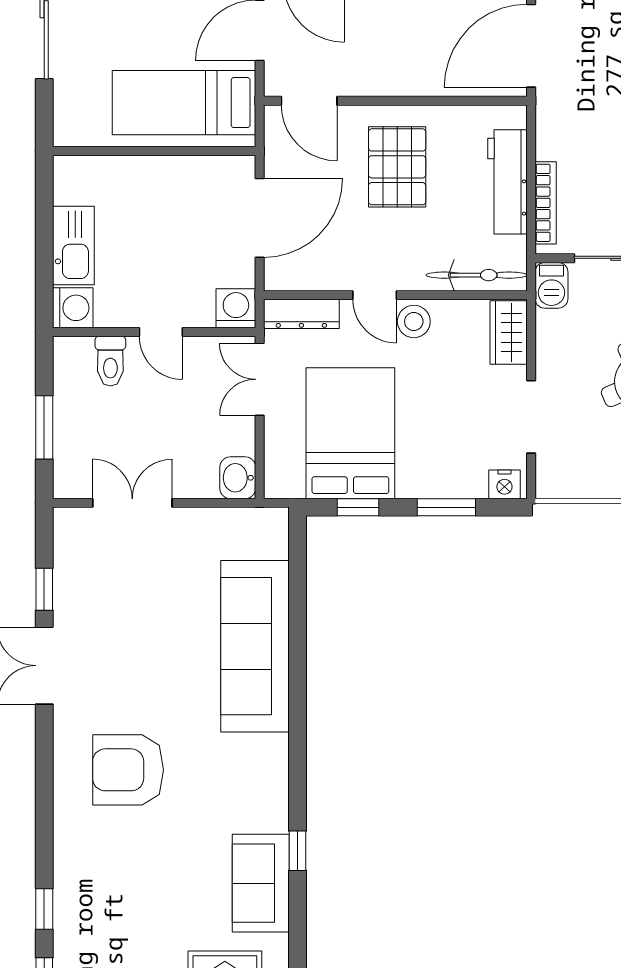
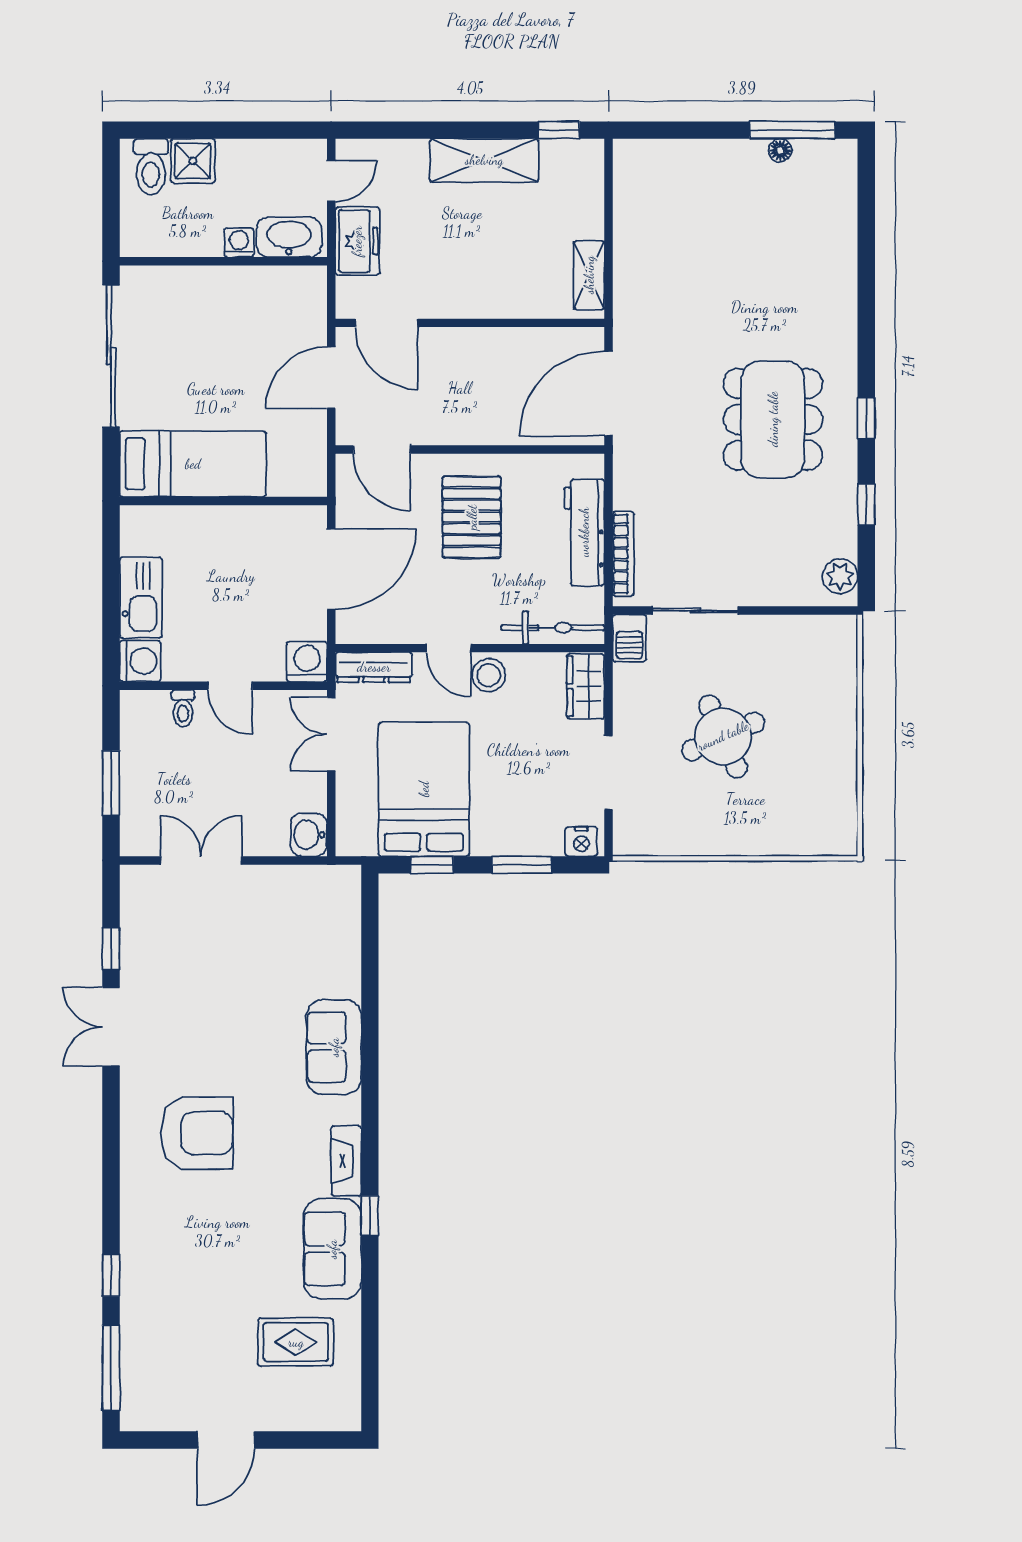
bed: (184, 103) -> (193, 464), moved, turned 180
toilet: (110, 361) -> (183, 708), width x0.73, depth x0.72
sofa: (255, 646) -> (334, 1047), width x0.54, depth x0.79
armchair: (128, 770) -> (197, 1133), turned 180
fireplace: (274, 797) -> (346, 1161), added

